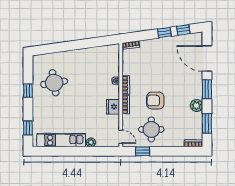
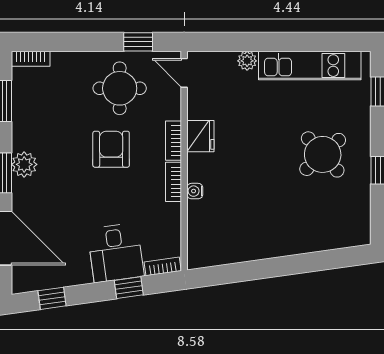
window: (164, 33) -> (129, 288), moved
desk: (153, 52) -> (116, 253), added
round table: (54, 83) -> (323, 154), moved, turned -33
armchair: (155, 101) -> (111, 149), turned -90
plant: (196, 105) -> (24, 164), moved

